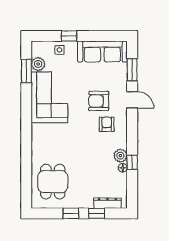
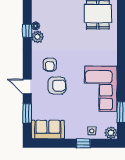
sofa: (102, 51) -> (48, 130), width x0.73
plant: (38, 64) -> (111, 133), moved

